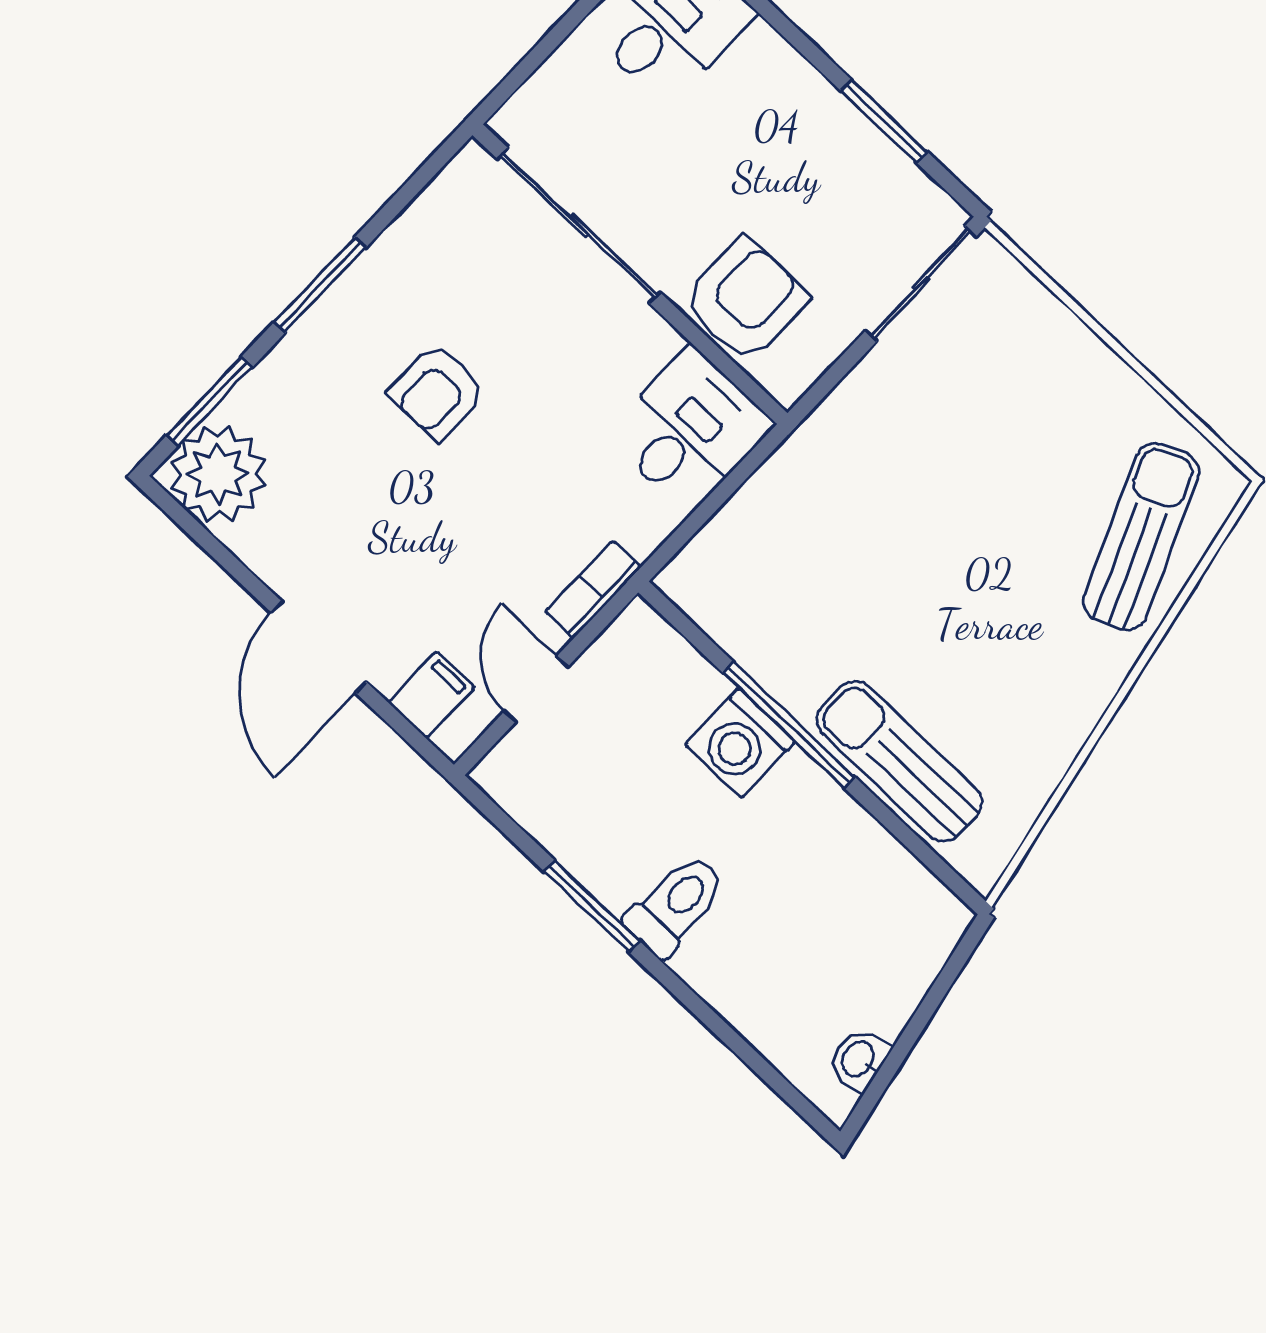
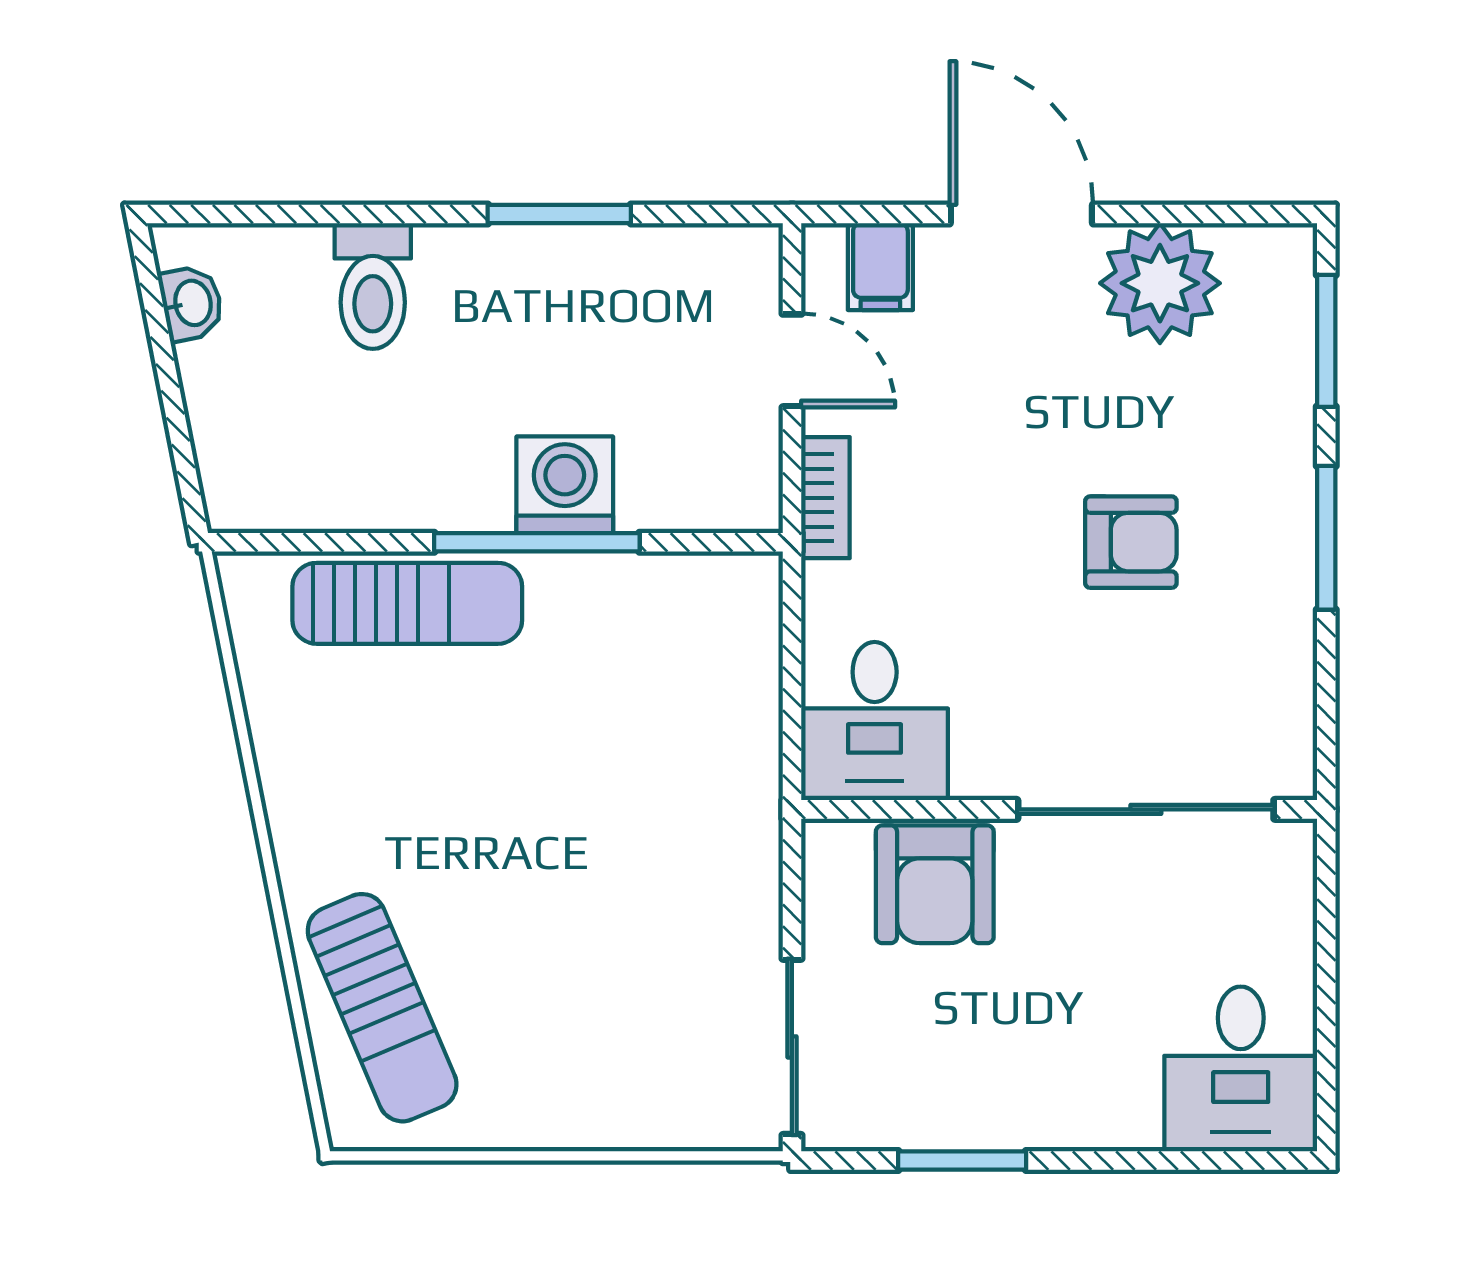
armchair: (438, 392) -> (1131, 542), turned 90
plant: (218, 474) -> (1160, 283), moved
toilet: (676, 905) -> (373, 286), moved

